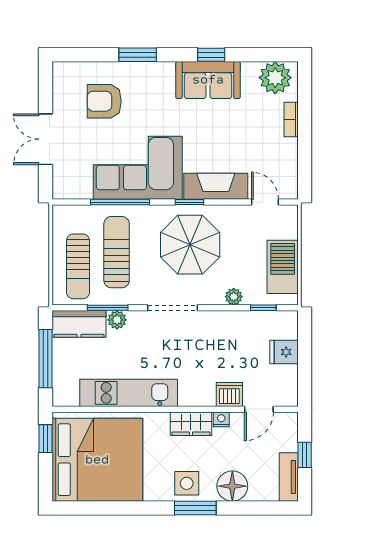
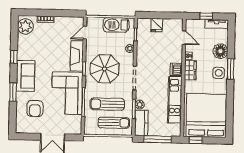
sofa: (208, 80) -> (26, 76), moved
dishwasher: (229, 395) -> (176, 70), moved

